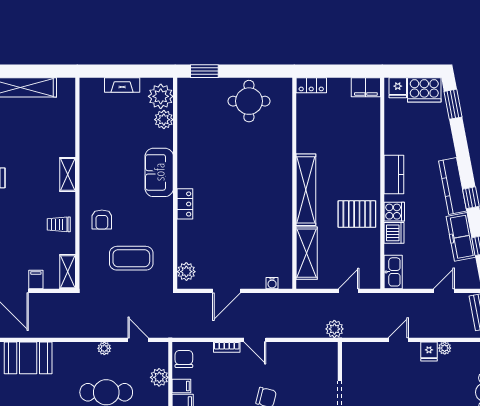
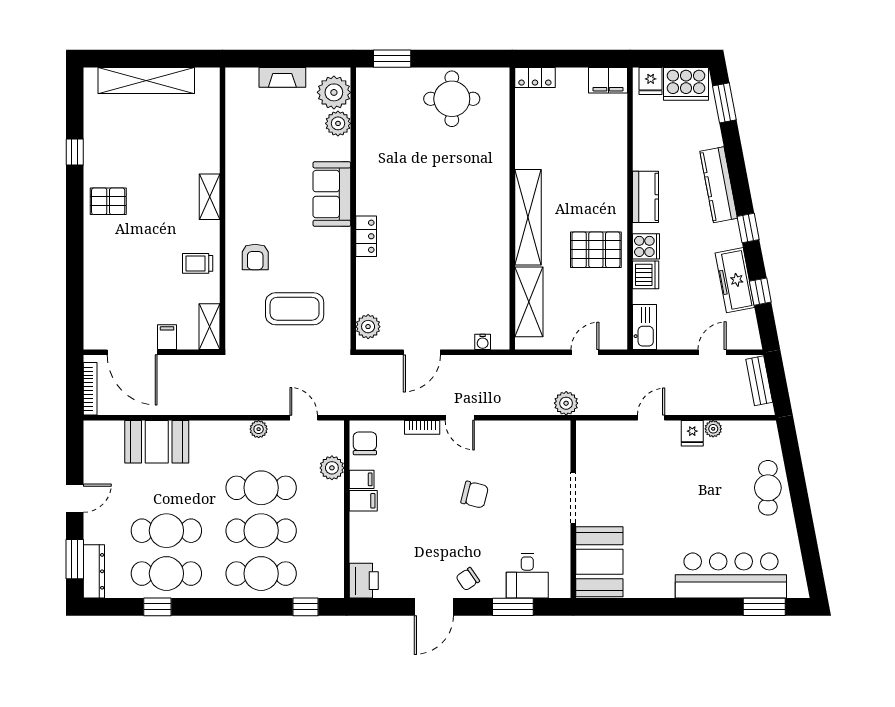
kitchen counter: (453, 186) -> (719, 185), moved

